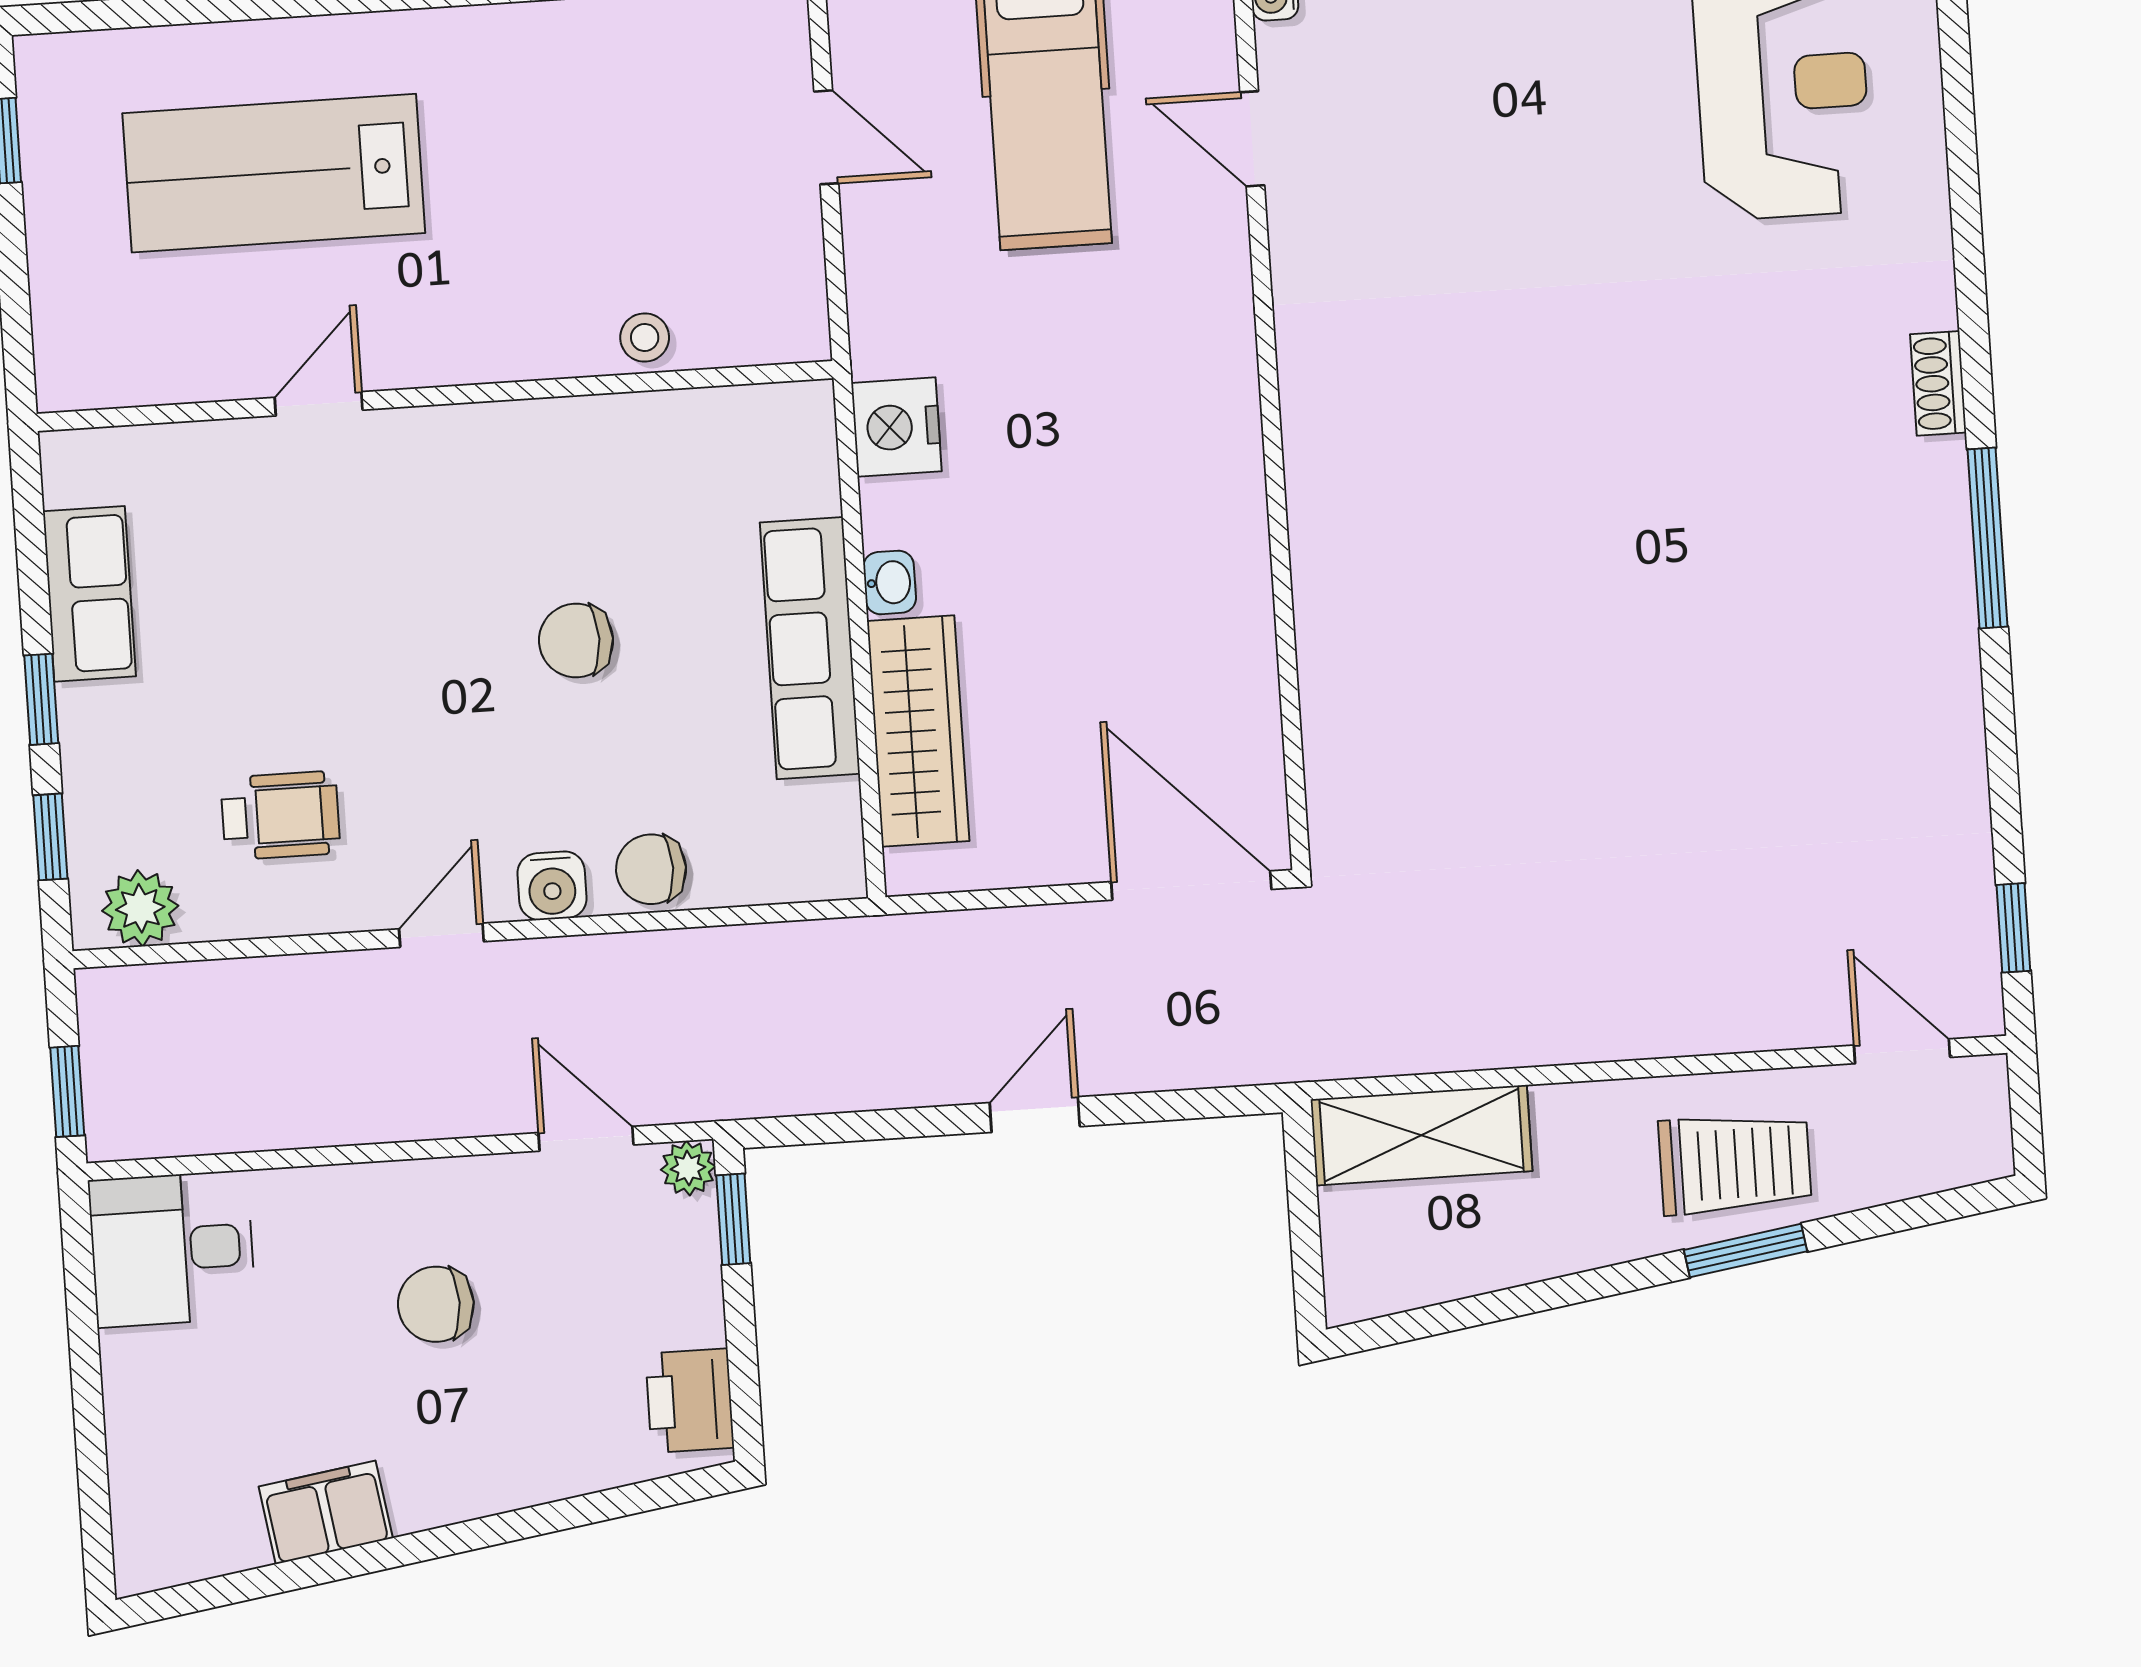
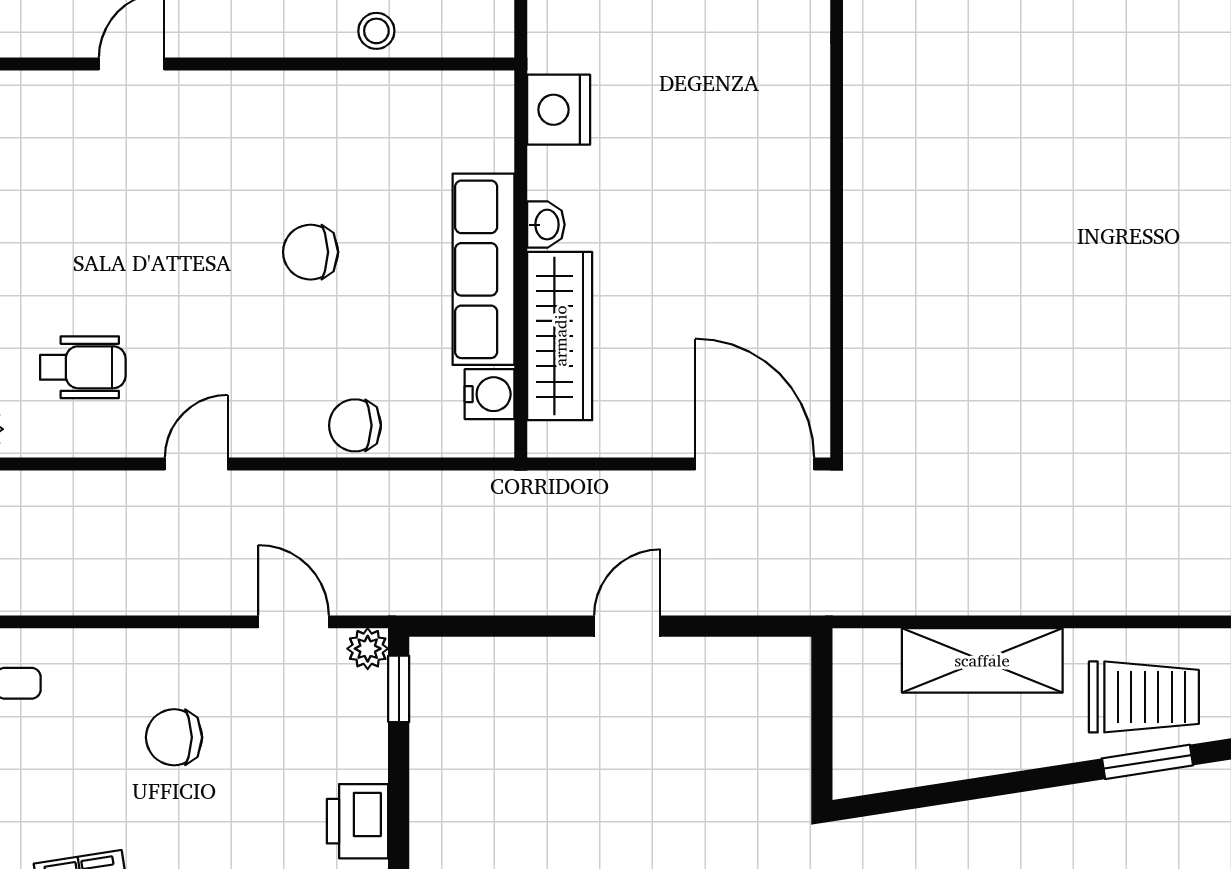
water cooler: (552, 886) -> (490, 394), moved, turned -90
shelving: (1421, 1135) -> (982, 660), moved

